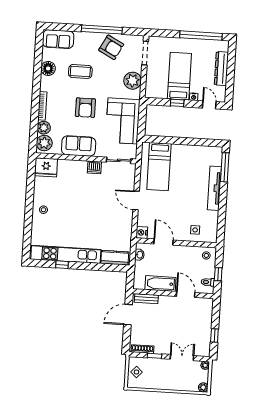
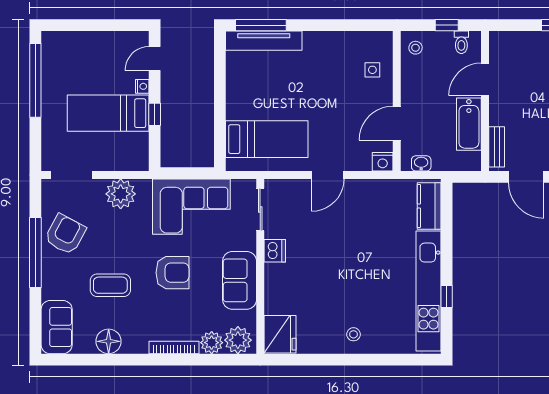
dresser: (221, 69) -> (90, 41), removed
coffee table: (80, 71) -> (110, 285), turned 90
tv unit: (214, 188) -> (264, 41), moved

